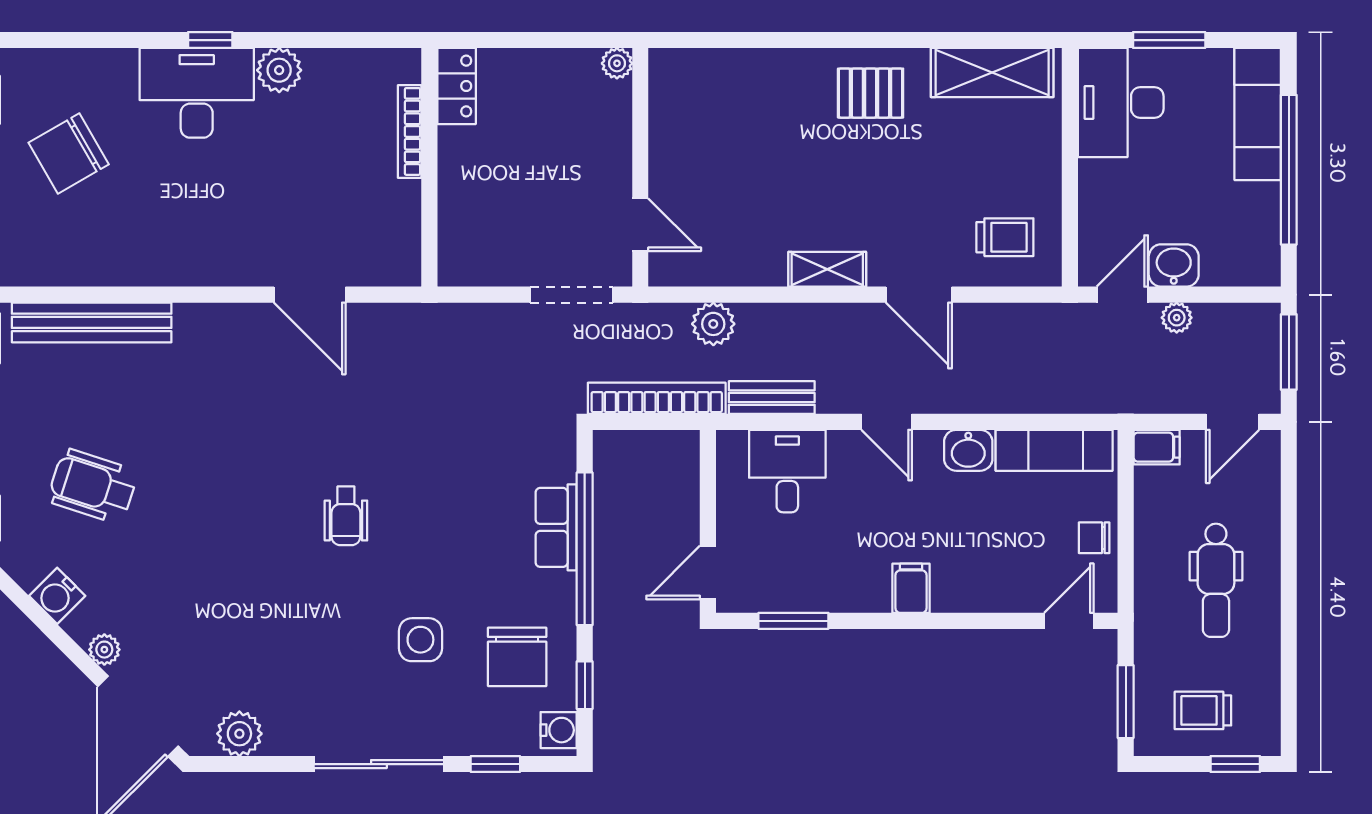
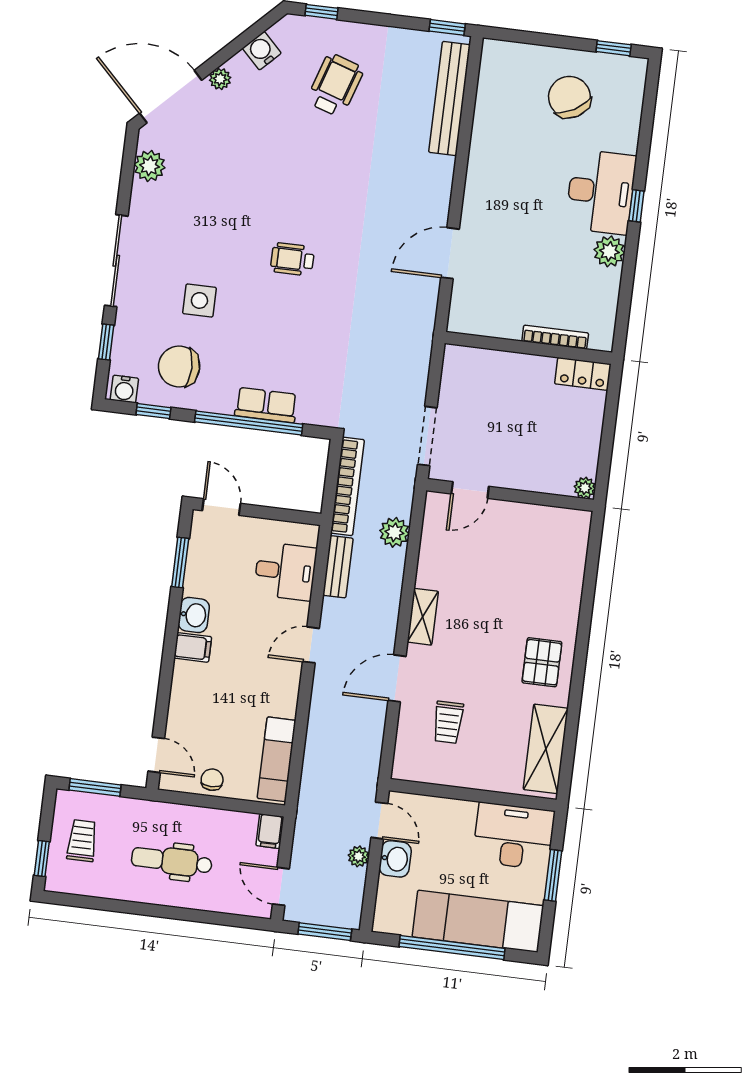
exam couch: (1258, 114) -> (478, 921), width x1.36, depth x1.45
trolley: (1005, 237) -> (448, 722), moved
washbasin: (968, 450) -> (194, 615), moved, turned 180

